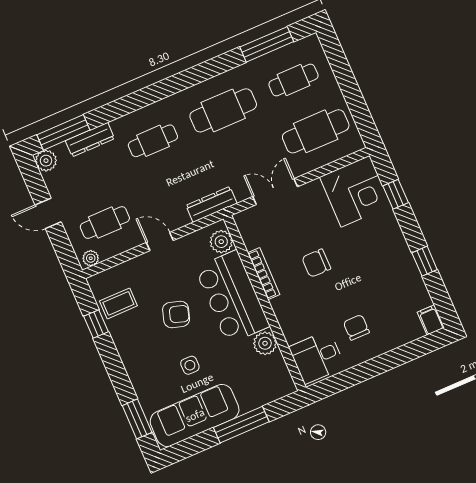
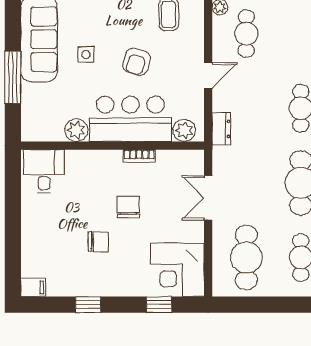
double door: (275, 192) -> (208, 198), swing flipped
dresser: (211, 204) -> (221, 129), width x0.70
bookcase: (264, 274) -> (139, 156), width x0.64
chair: (356, 327) -> (98, 242), moved

